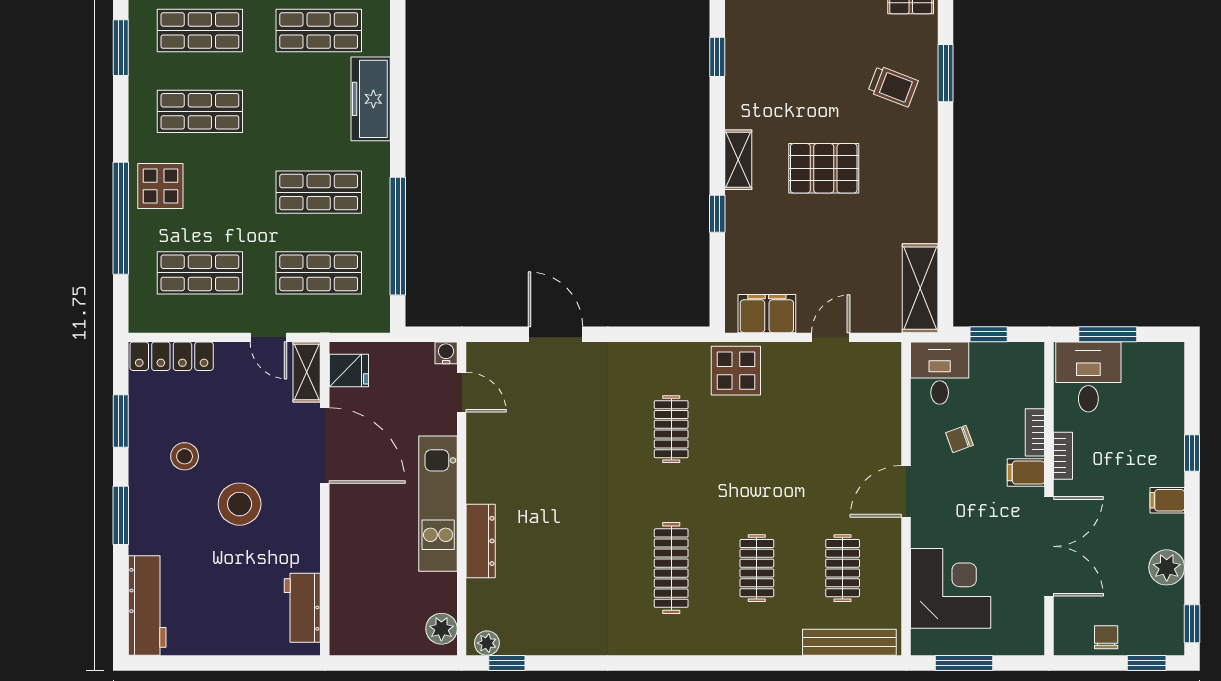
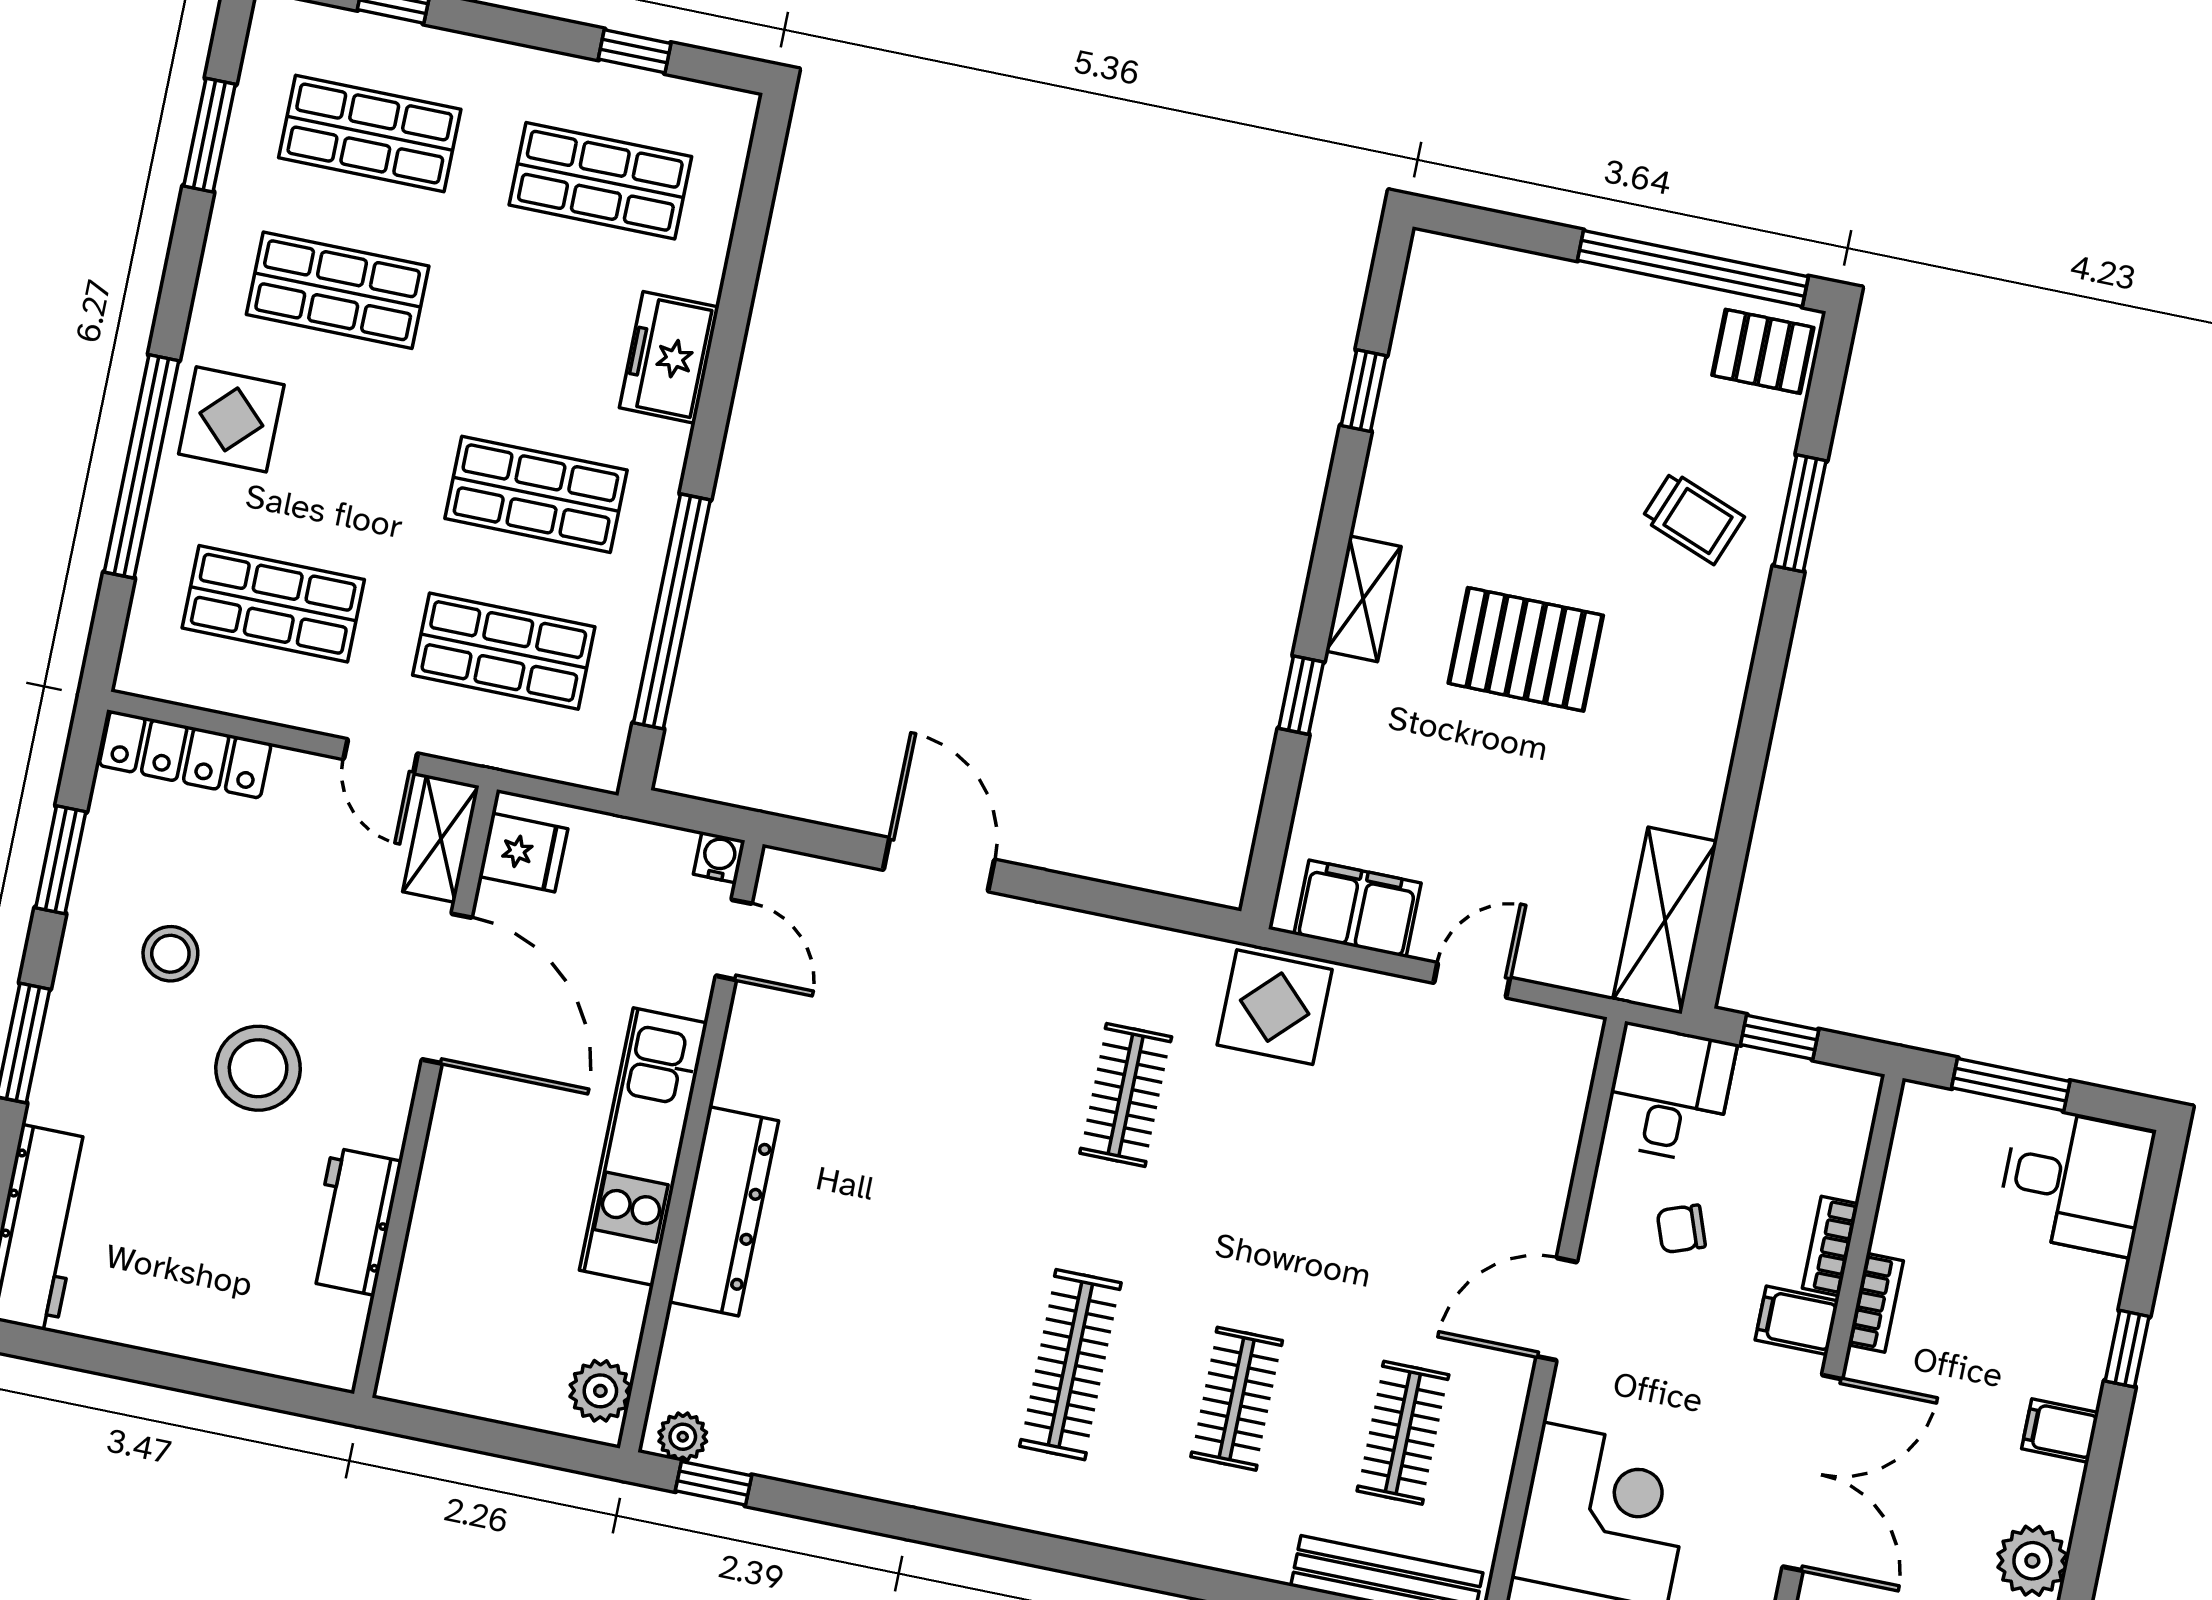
freezer: (371, 99) -> (669, 357), width x0.71
desk: (1088, 377) -> (2075, 1181), moved, turned 90
dresser: (481, 541) -> (724, 1211), width x1.37, depth x1.24
workbench: (302, 608) -> (354, 1221), moved

